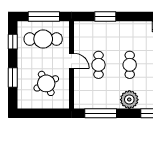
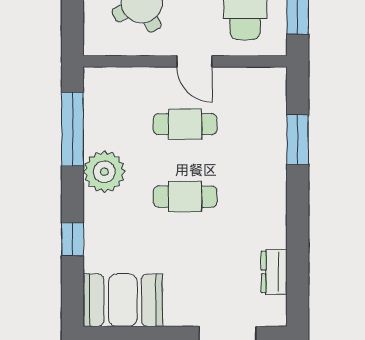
door: (71, 61) -> (194, 61), hinge flipped
plant: (129, 100) -> (104, 172), moved

